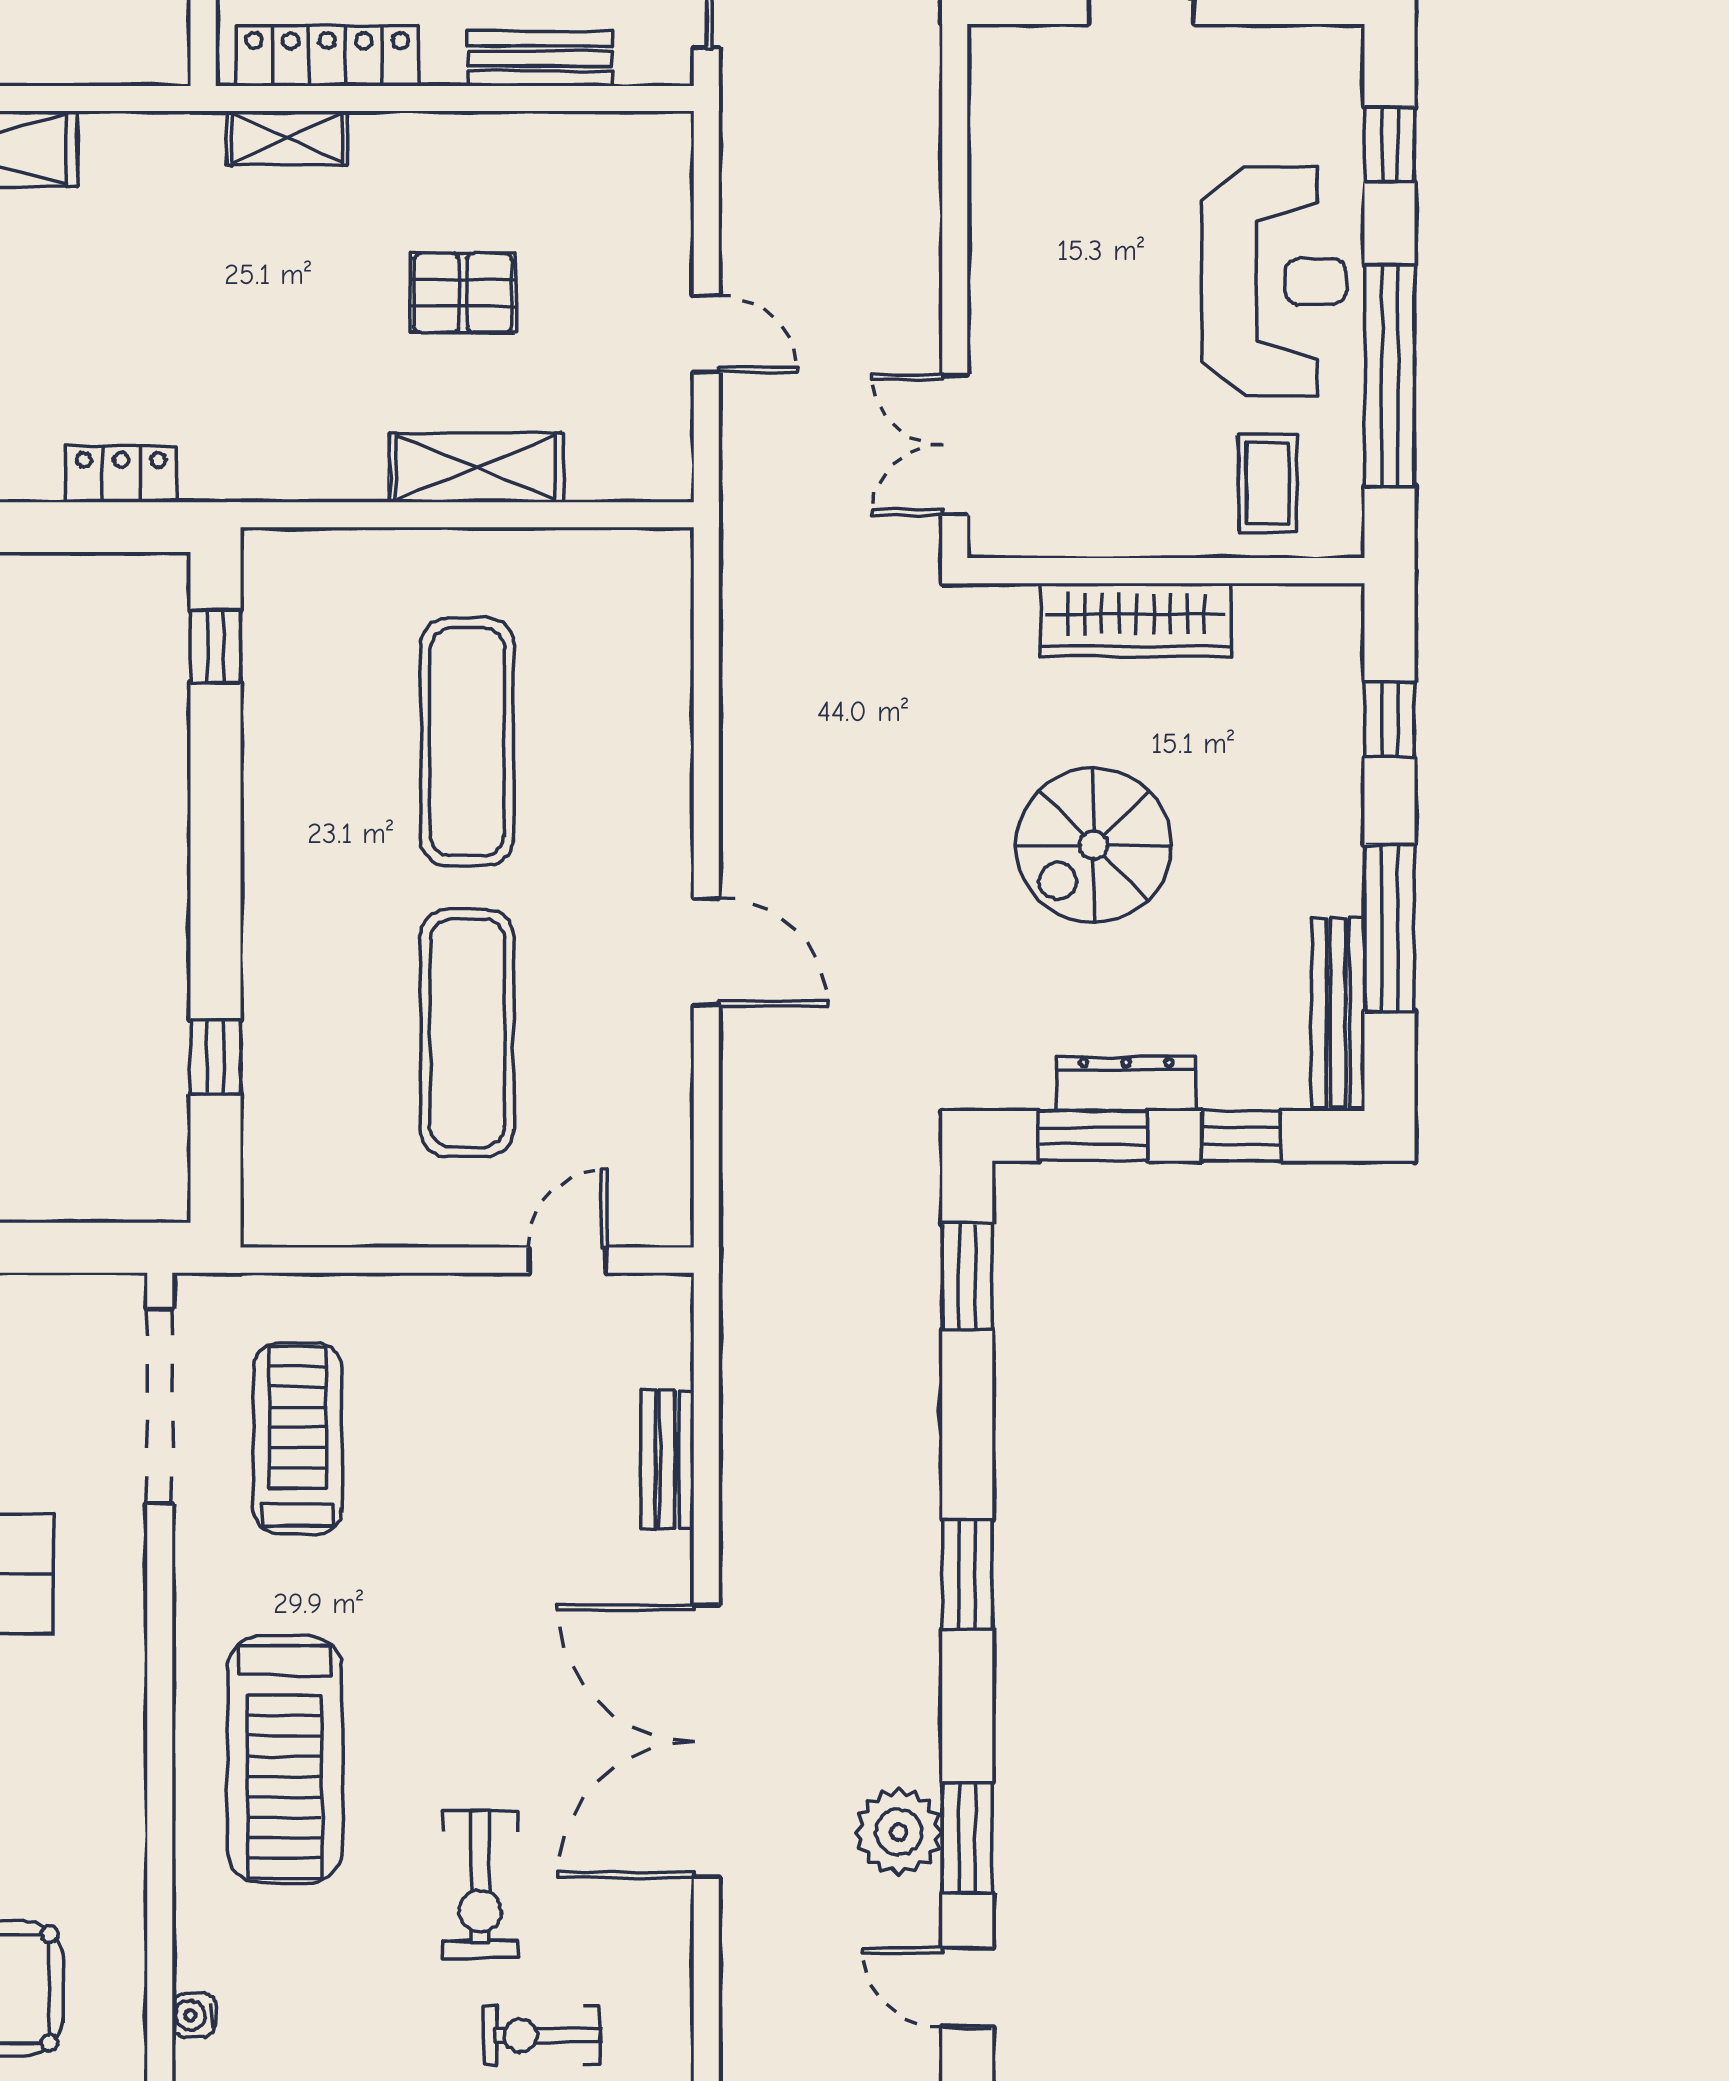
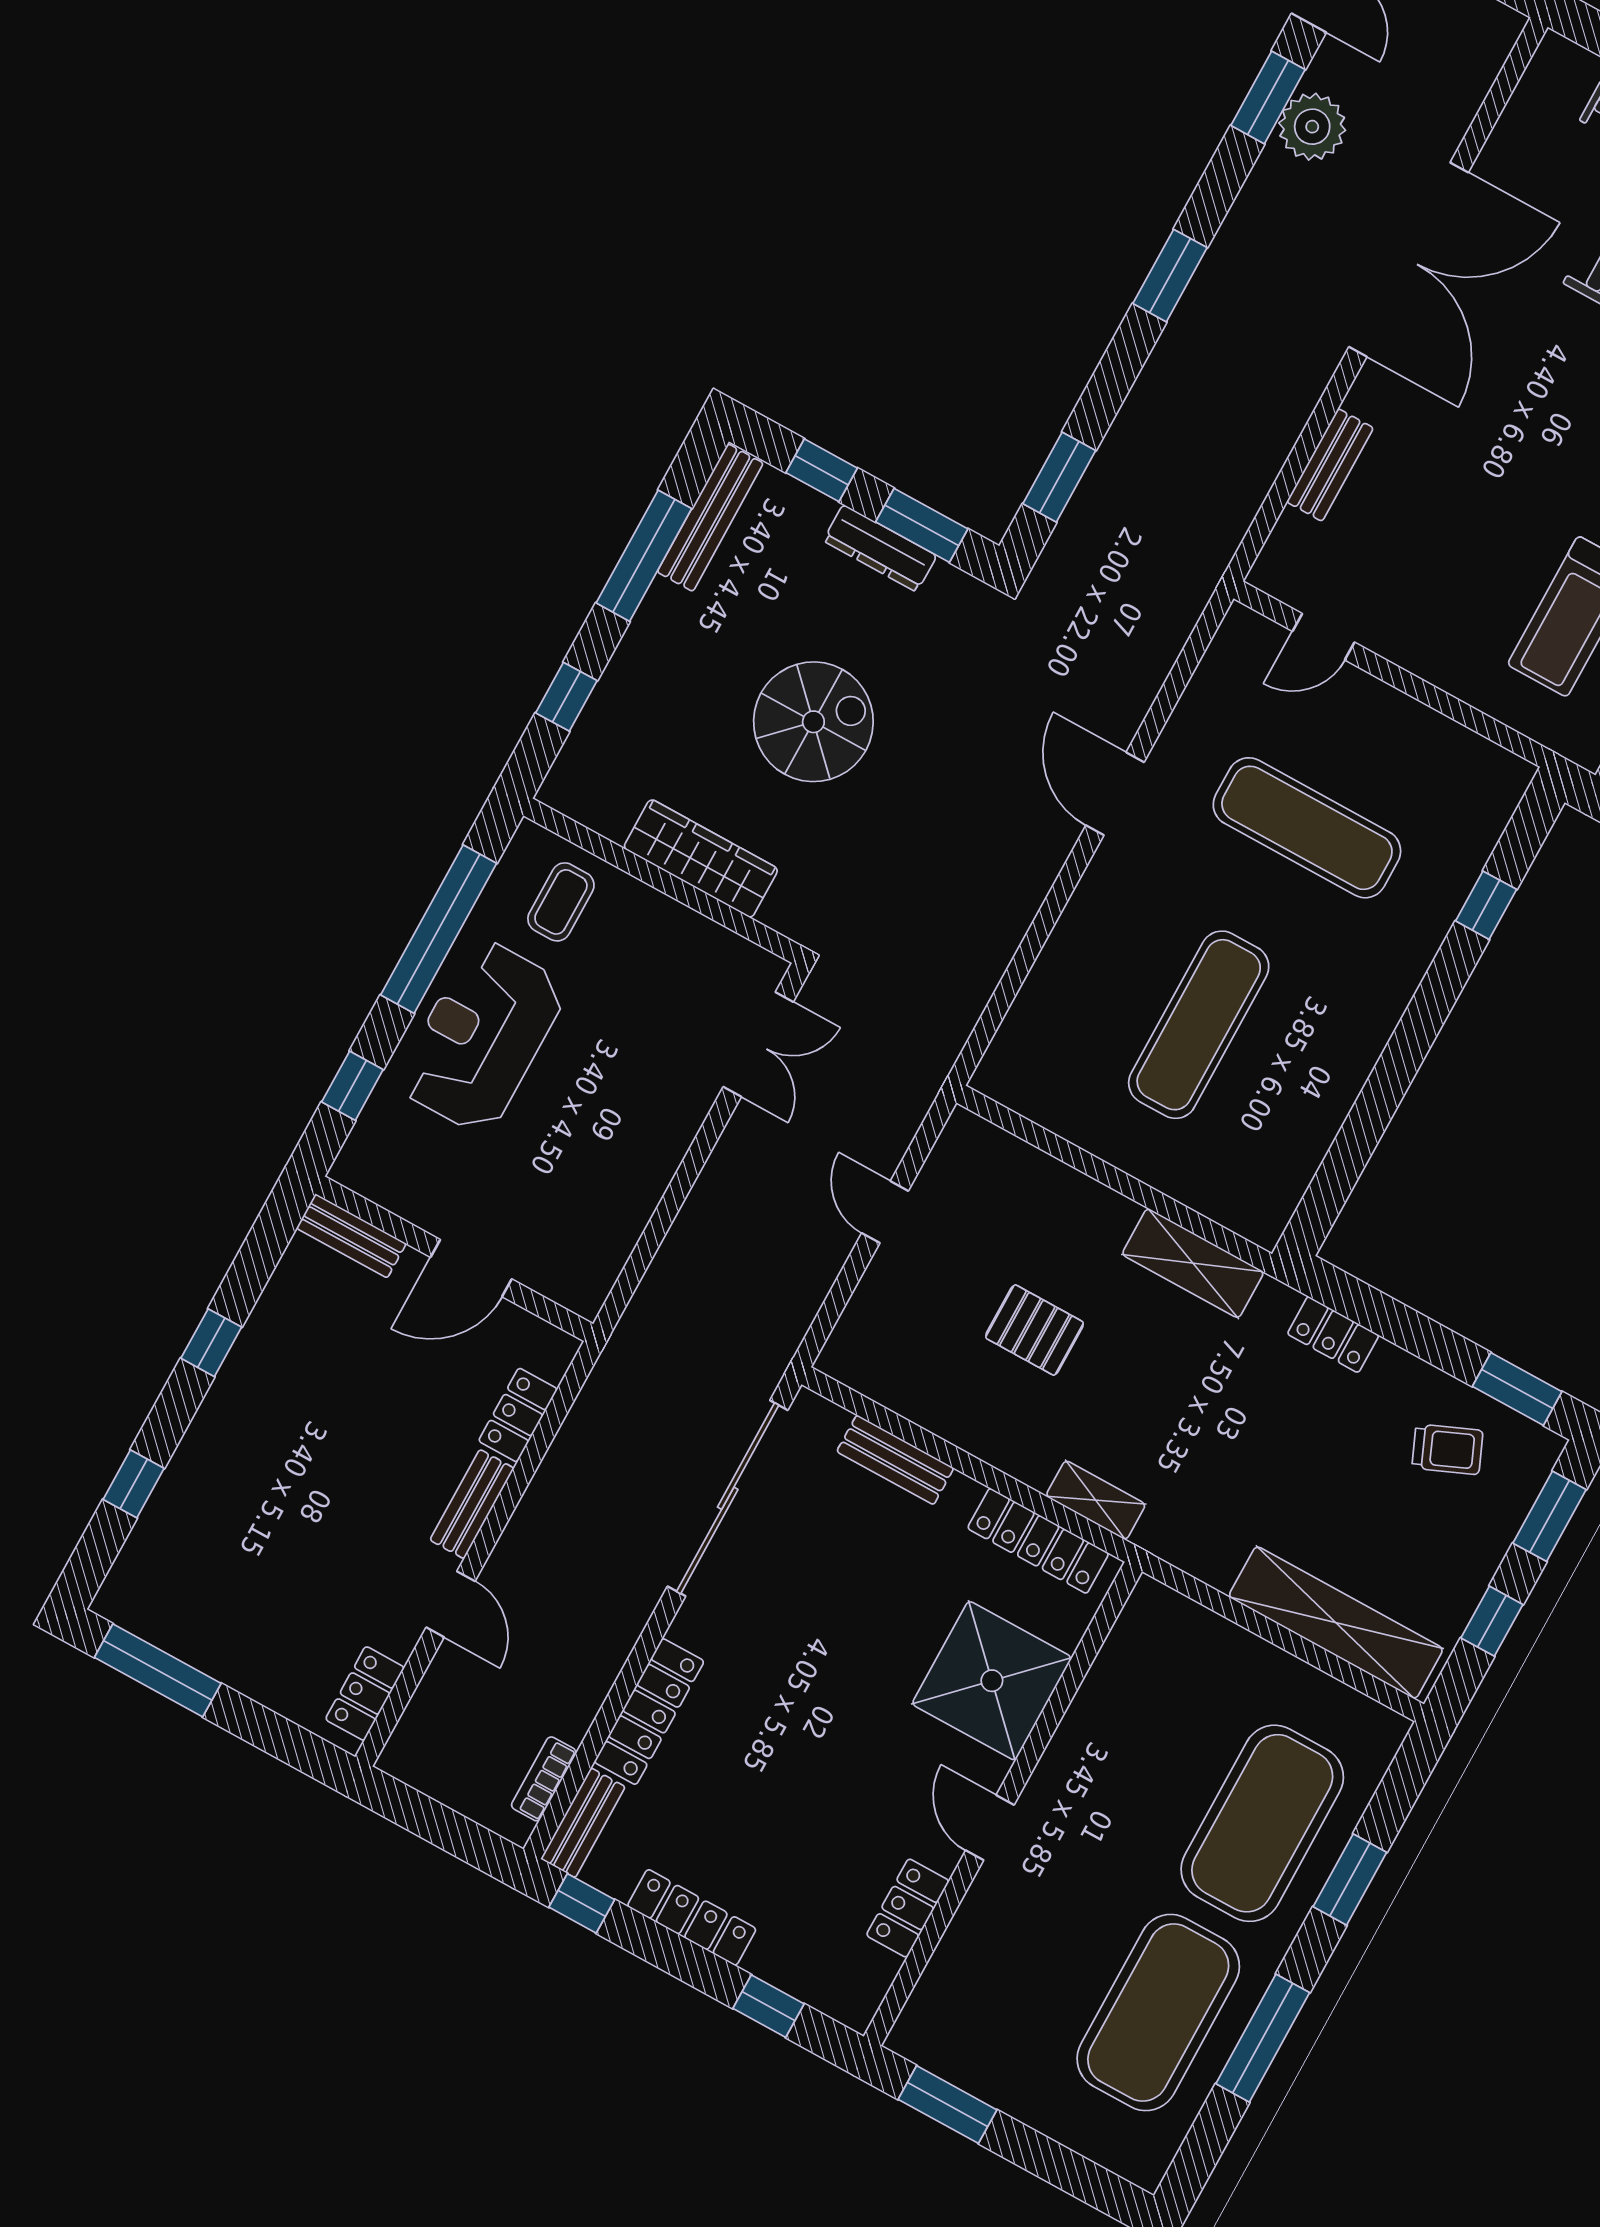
shelving: (476, 468) -> (1193, 1263), moved
window: (216, 647) -> (1333, 1183), removed
exercise mat: (467, 1033) -> (1307, 828), turned 90

